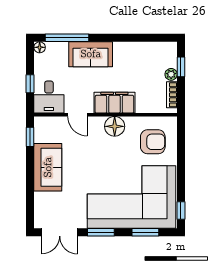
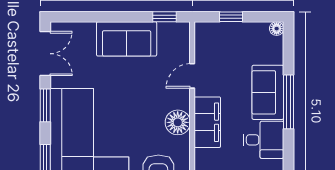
window: (67, 38) -> (289, 102), moved
desk: (49, 97) -> (263, 140), moved, turned 180
double door: (60, 232) -> (45, 54), swing flipped

